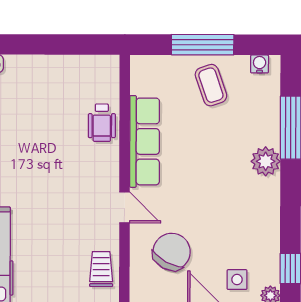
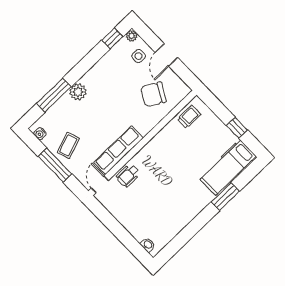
wheelchair: (102, 123) -> (128, 176), turned 180
door: (125, 207) -> (100, 184), moved
trolley: (101, 269) -> (189, 117), turned 180

